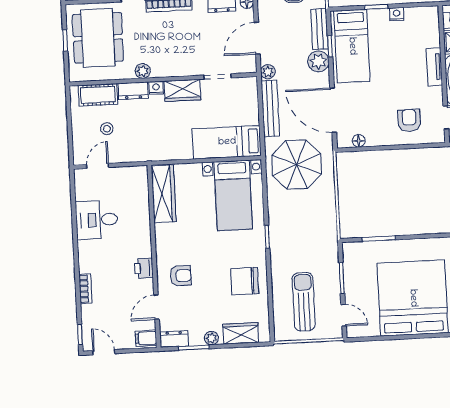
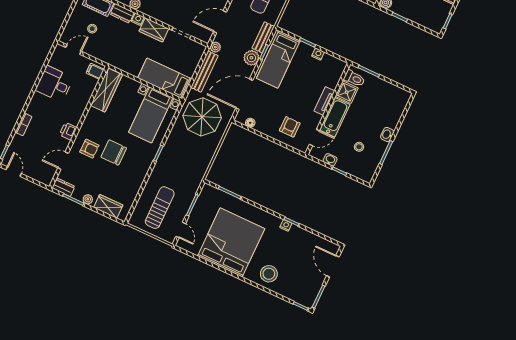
door: (333, 110) -> (244, 94), hinge flipped
chair: (245, 281) -> (114, 152), moved
filing cabinet: (146, 338) -> (95, 71), moved

